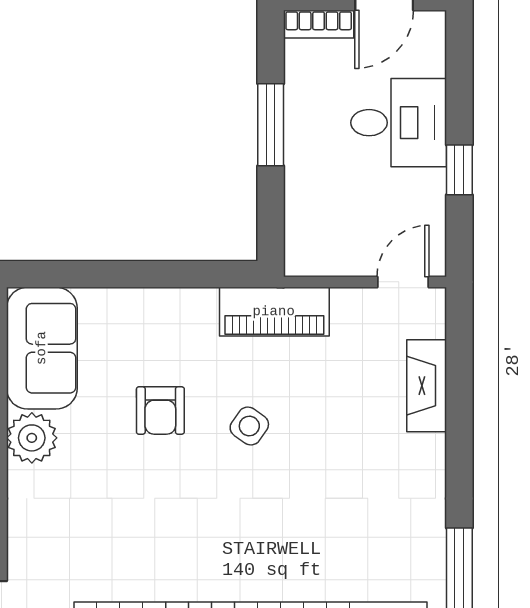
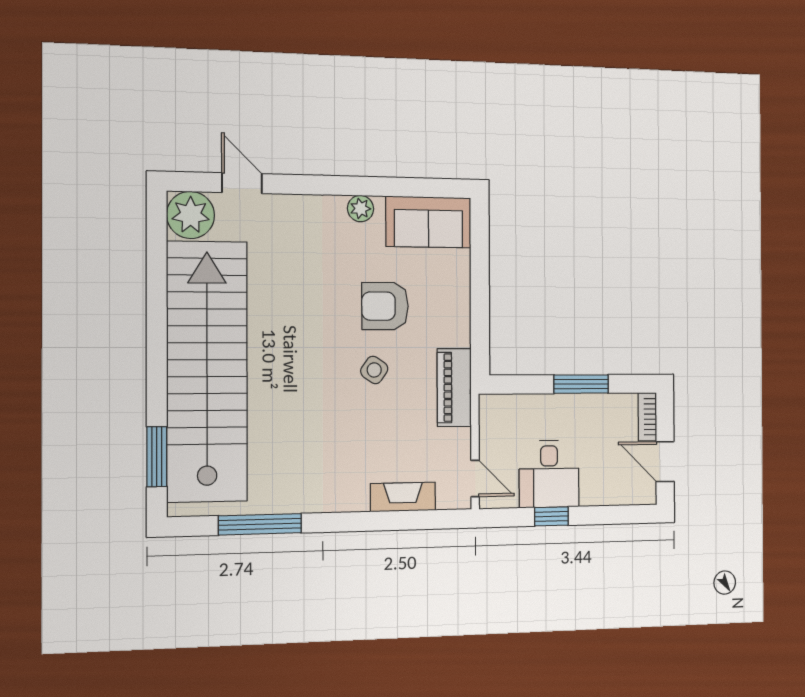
desk: (399, 123) -> (549, 474), moved
armchair: (160, 410) -> (385, 306), width x1.38, depth x1.38
plant: (32, 438) -> (361, 209), width x0.73, depth x0.73

